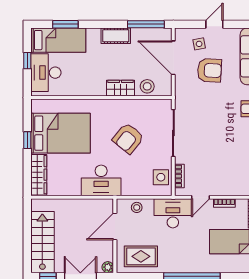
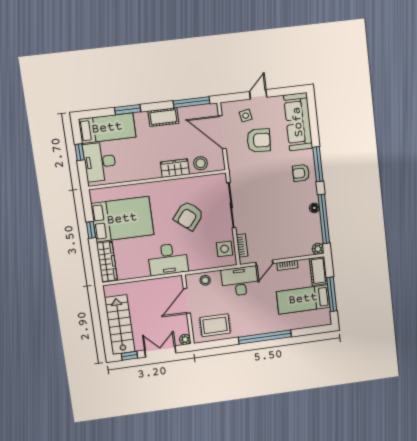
window: (65, 24) -> (128, 110), moved

